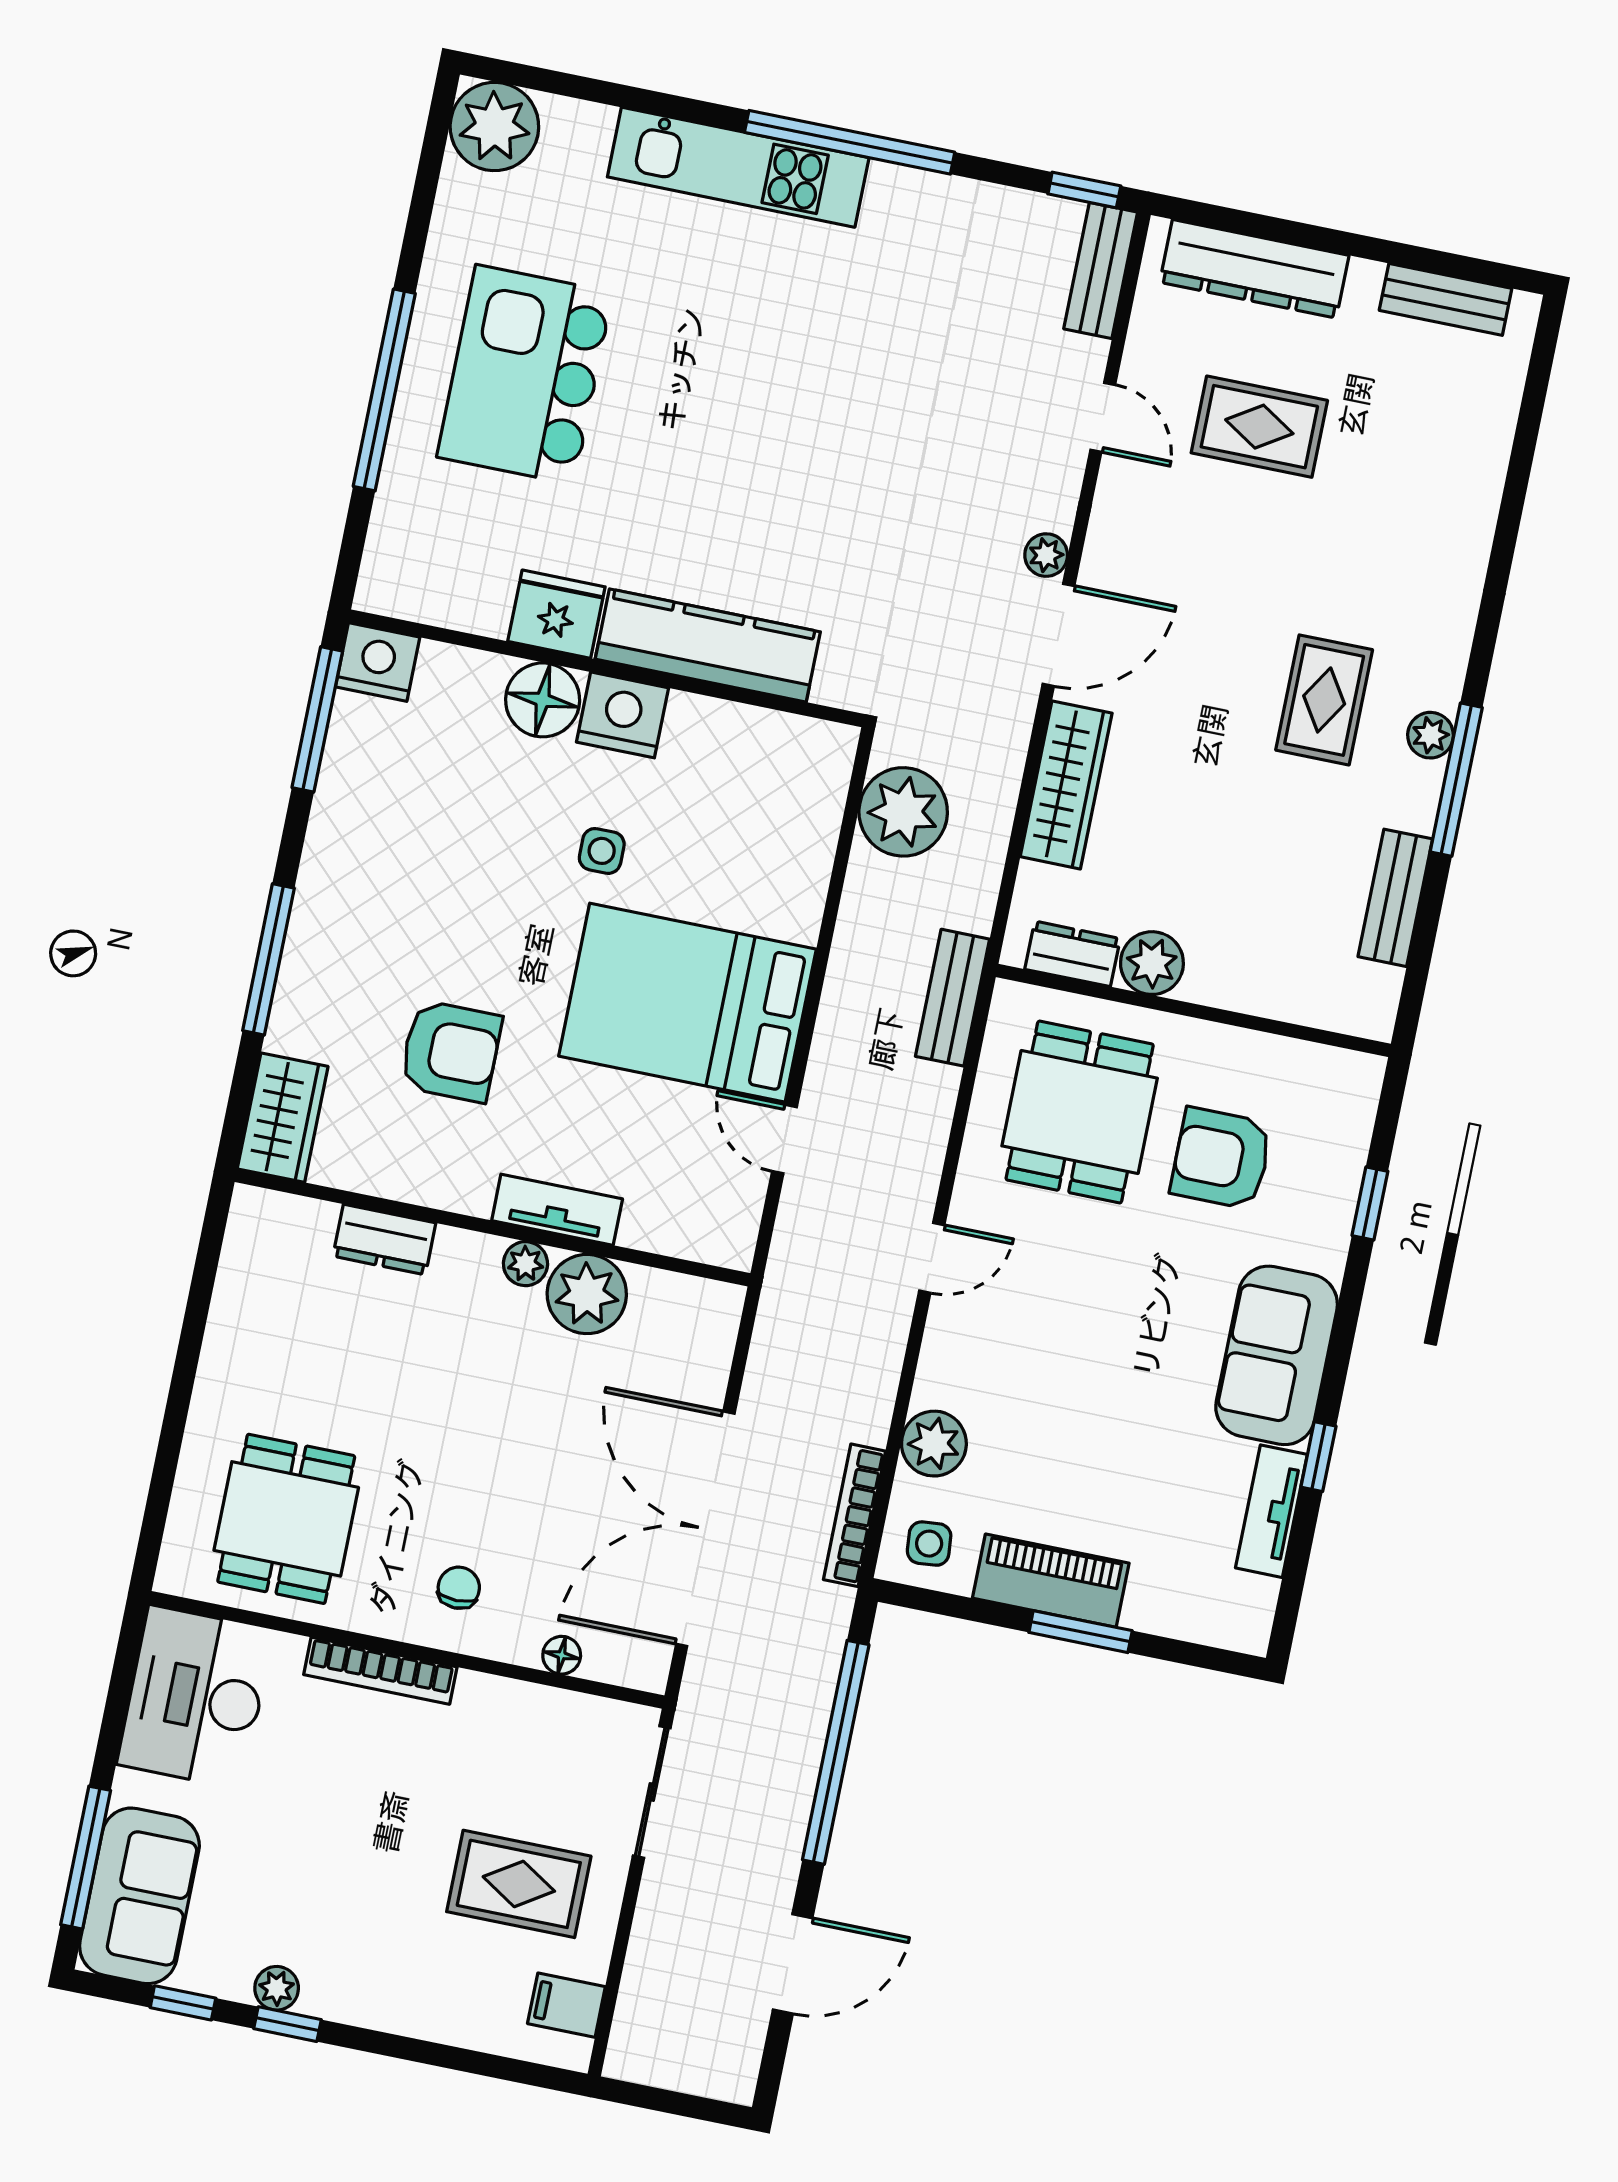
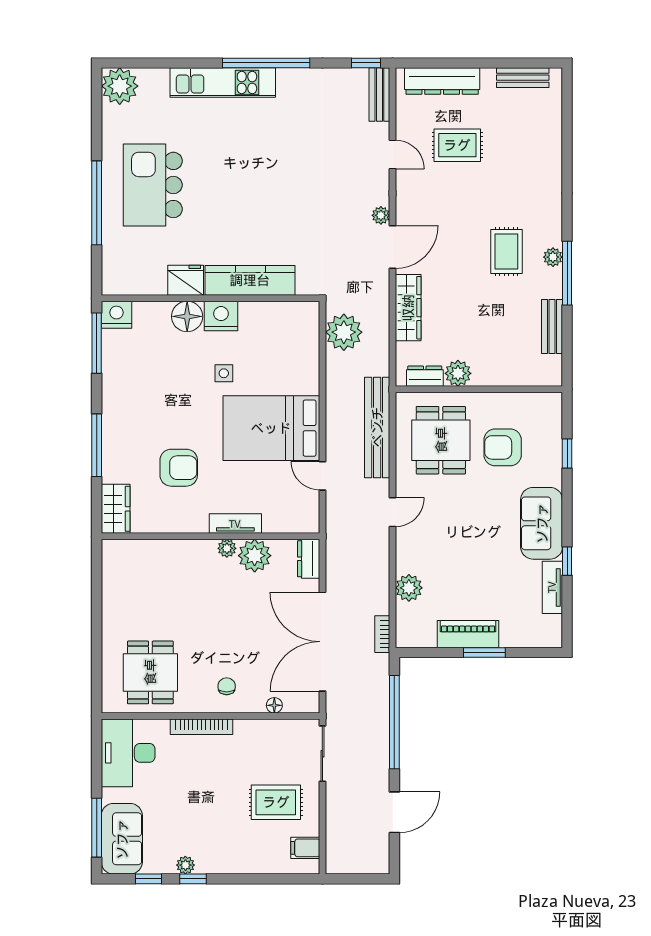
bench: (953, 998) -> (377, 427), width x1.86, depth x1.21
dresser: (384, 1240) -> (309, 559), moved, turned 90
bookcase: (854, 1515) -> (382, 634), width x0.64
side table: (929, 1544) -> (415, 629), removed

